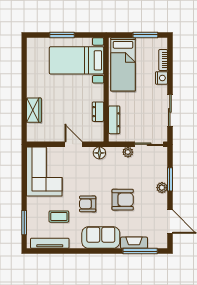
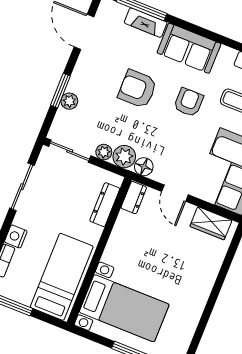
wardrobe: (34, 110) -> (211, 223), moved, turned -90
dresser: (98, 112) -> (134, 198), moved
plant: (114, 154) -> (124, 157), added
plant: (162, 188) -> (69, 101), moved
armchair: (88, 204) -> (189, 102), turned -90

